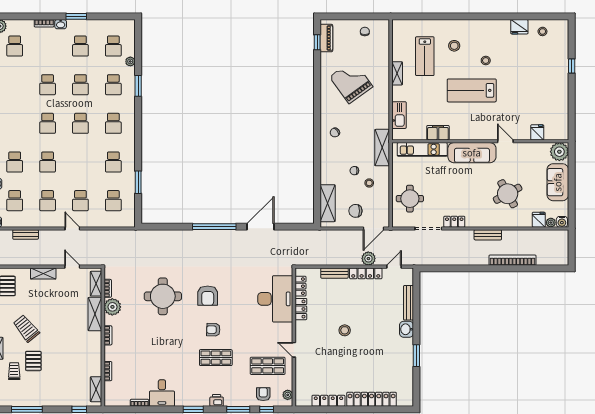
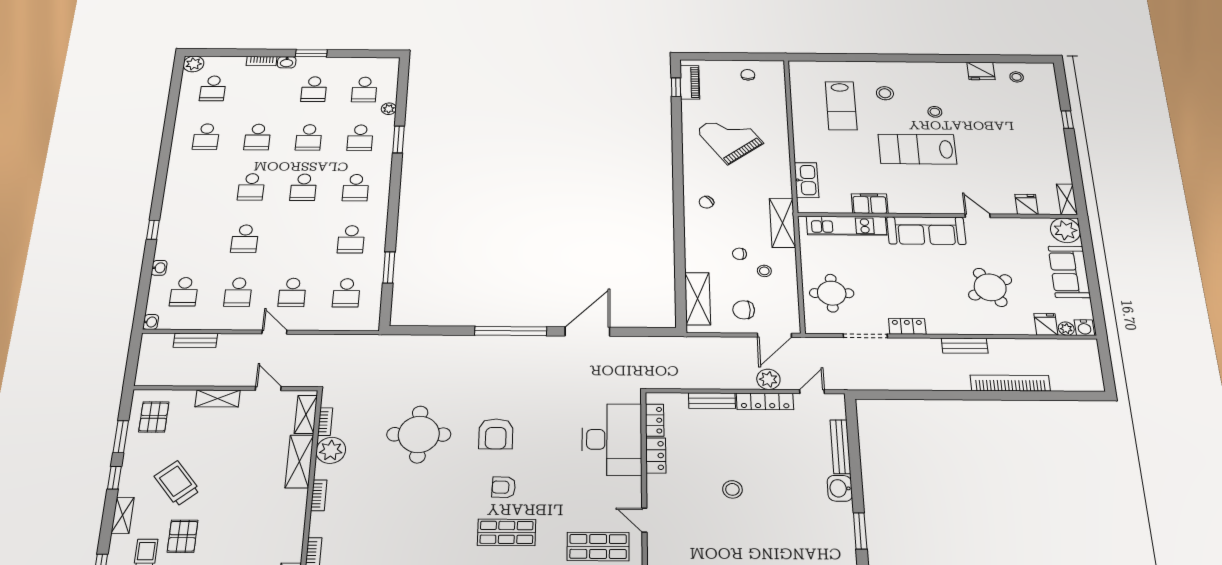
shelving: (397, 73) -> (1067, 199), moved
school desk: (15, 162) -> (206, 137), moved

